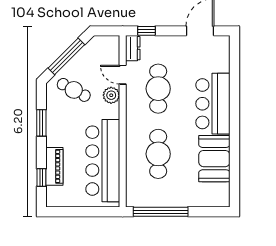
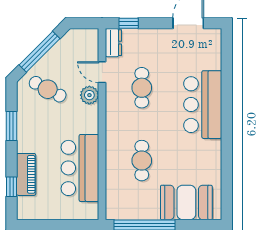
cafe table: (158, 89) -> (142, 88), width x0.73, depth x0.74
cafe table: (158, 154) -> (142, 161), width x0.73, depth x0.74
booth: (214, 159) -> (186, 202), moved, turned 90
bar counter: (103, 161) -> (80, 168), width x0.73

